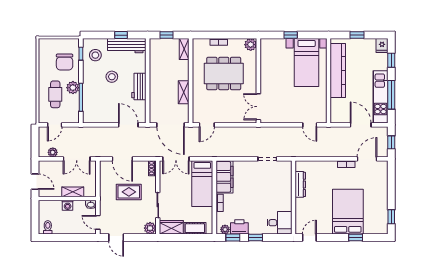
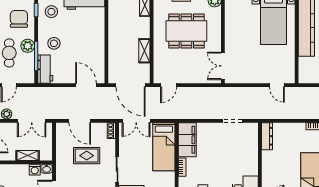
chair: (65, 62) -> (19, 19), turned 180
stool: (112, 77) -> (54, 43), moved
workbench: (139, 87) -> (45, 69), moved, turned 180
dresser: (300, 184) -> (267, 136), moved
washing machine: (68, 205) -> (35, 170), moved

